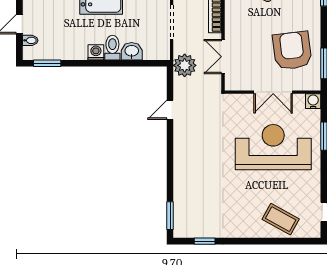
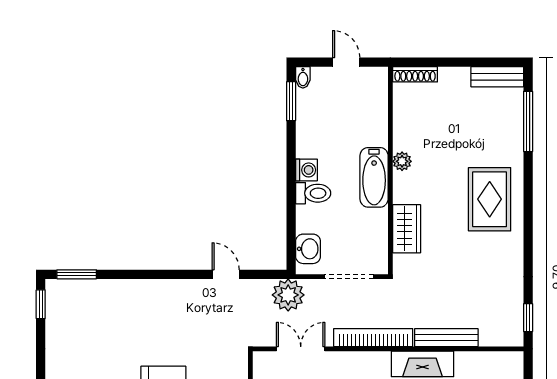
bidet: (30, 40) -> (303, 77), moved
washbasin: (132, 51) -> (308, 249), moved
window: (205, 241) -> (41, 304), moved

